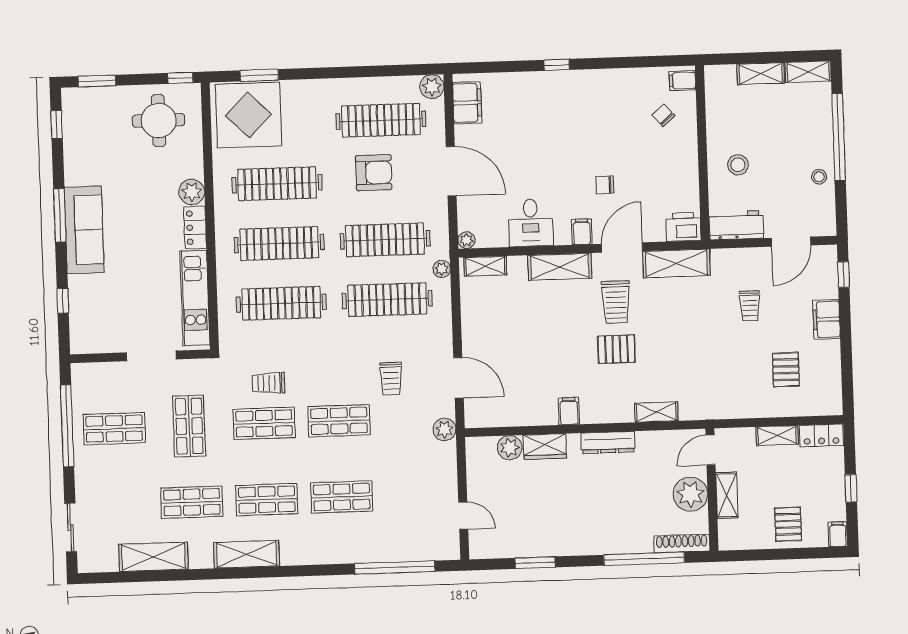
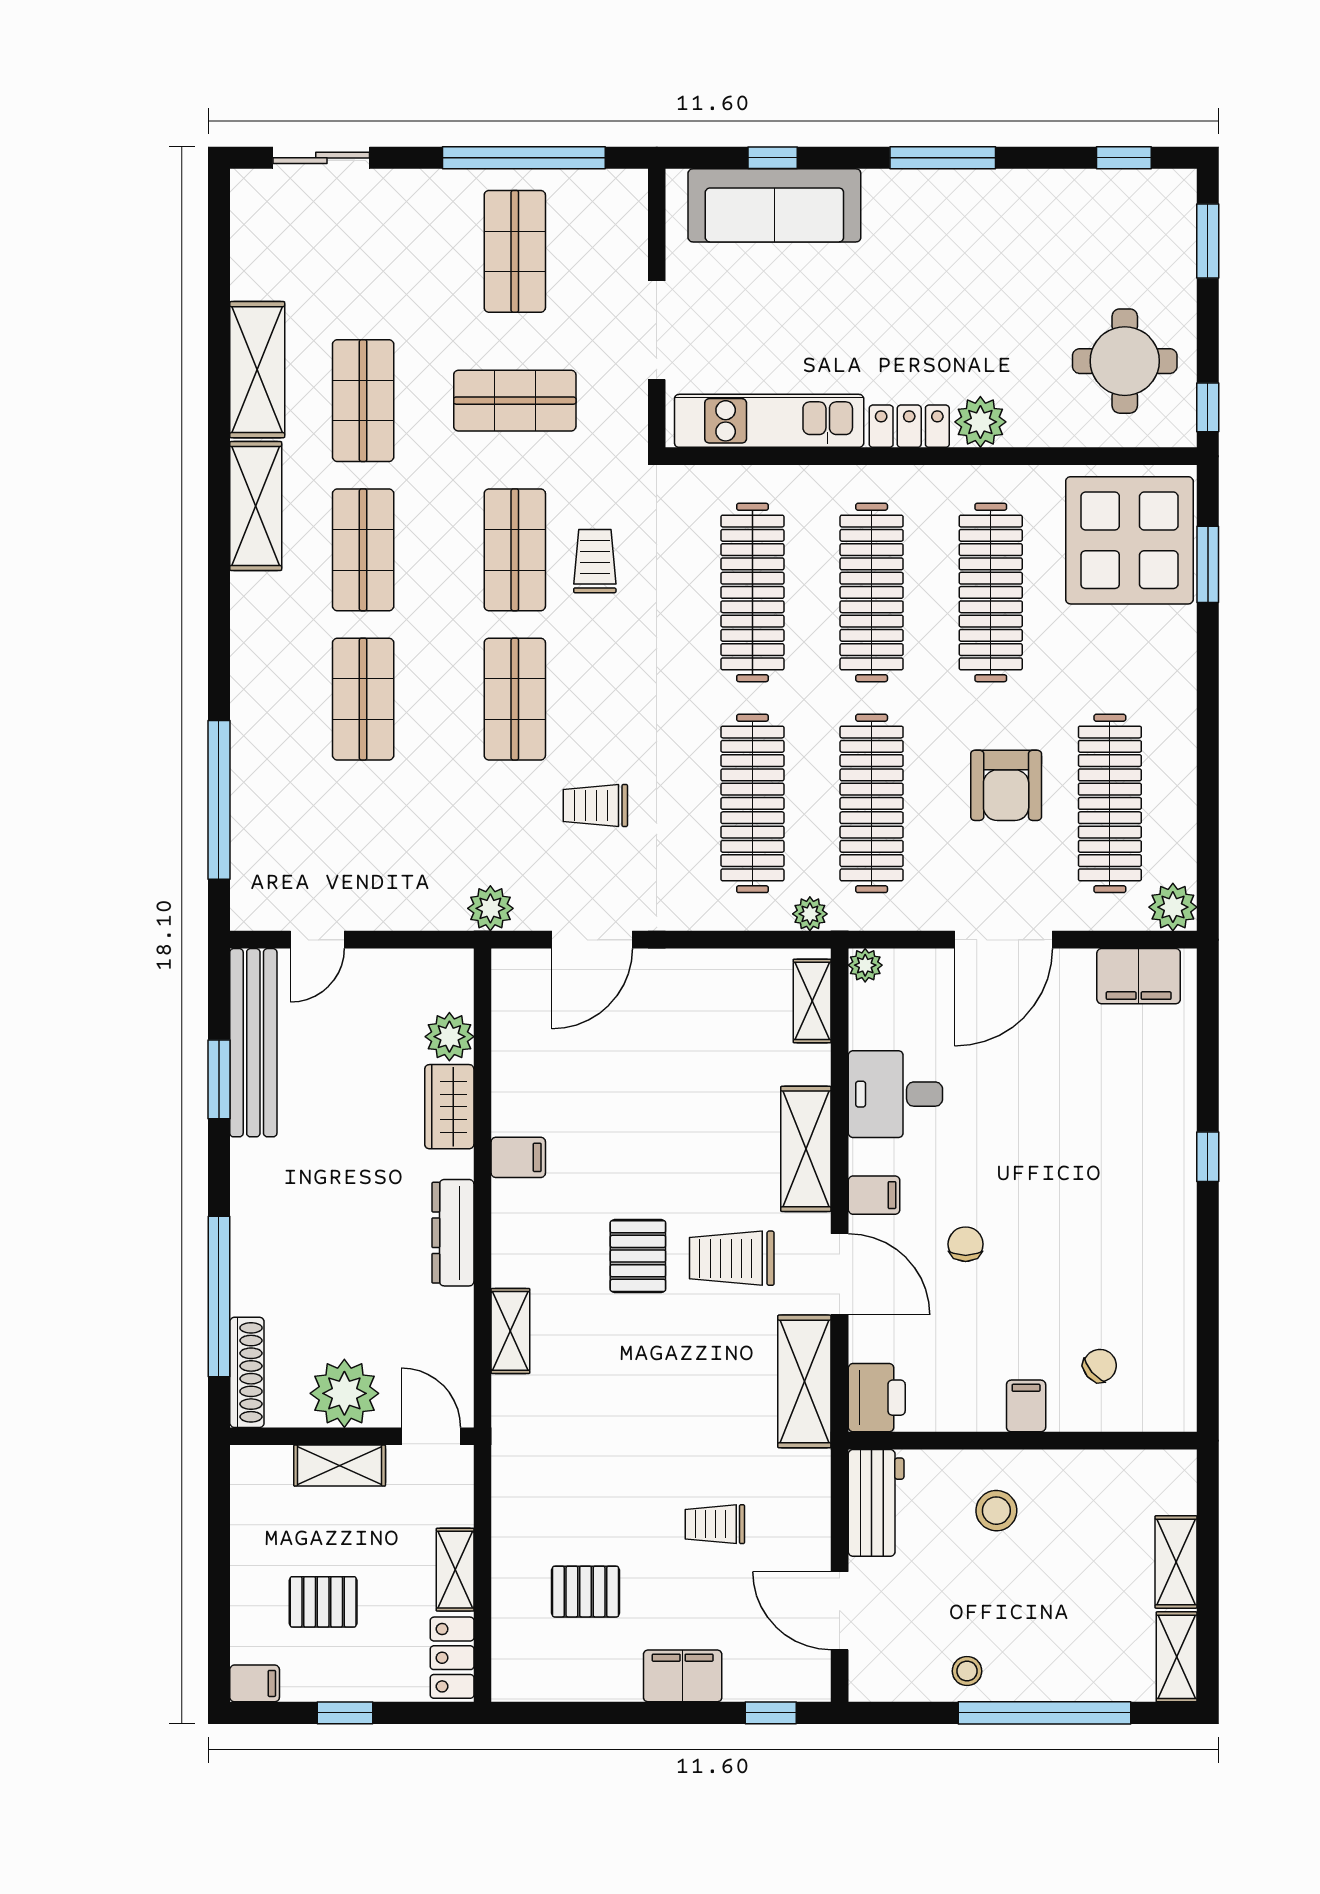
filing cabinet: (682, 81) -> (1026, 1406), moved
sofa: (84, 230) -> (774, 205), moved
pallet: (788, 524) -> (323, 1602), moved
bench: (516, 546) -> (253, 1043), added
shelving: (153, 557) -> (257, 370), moved

